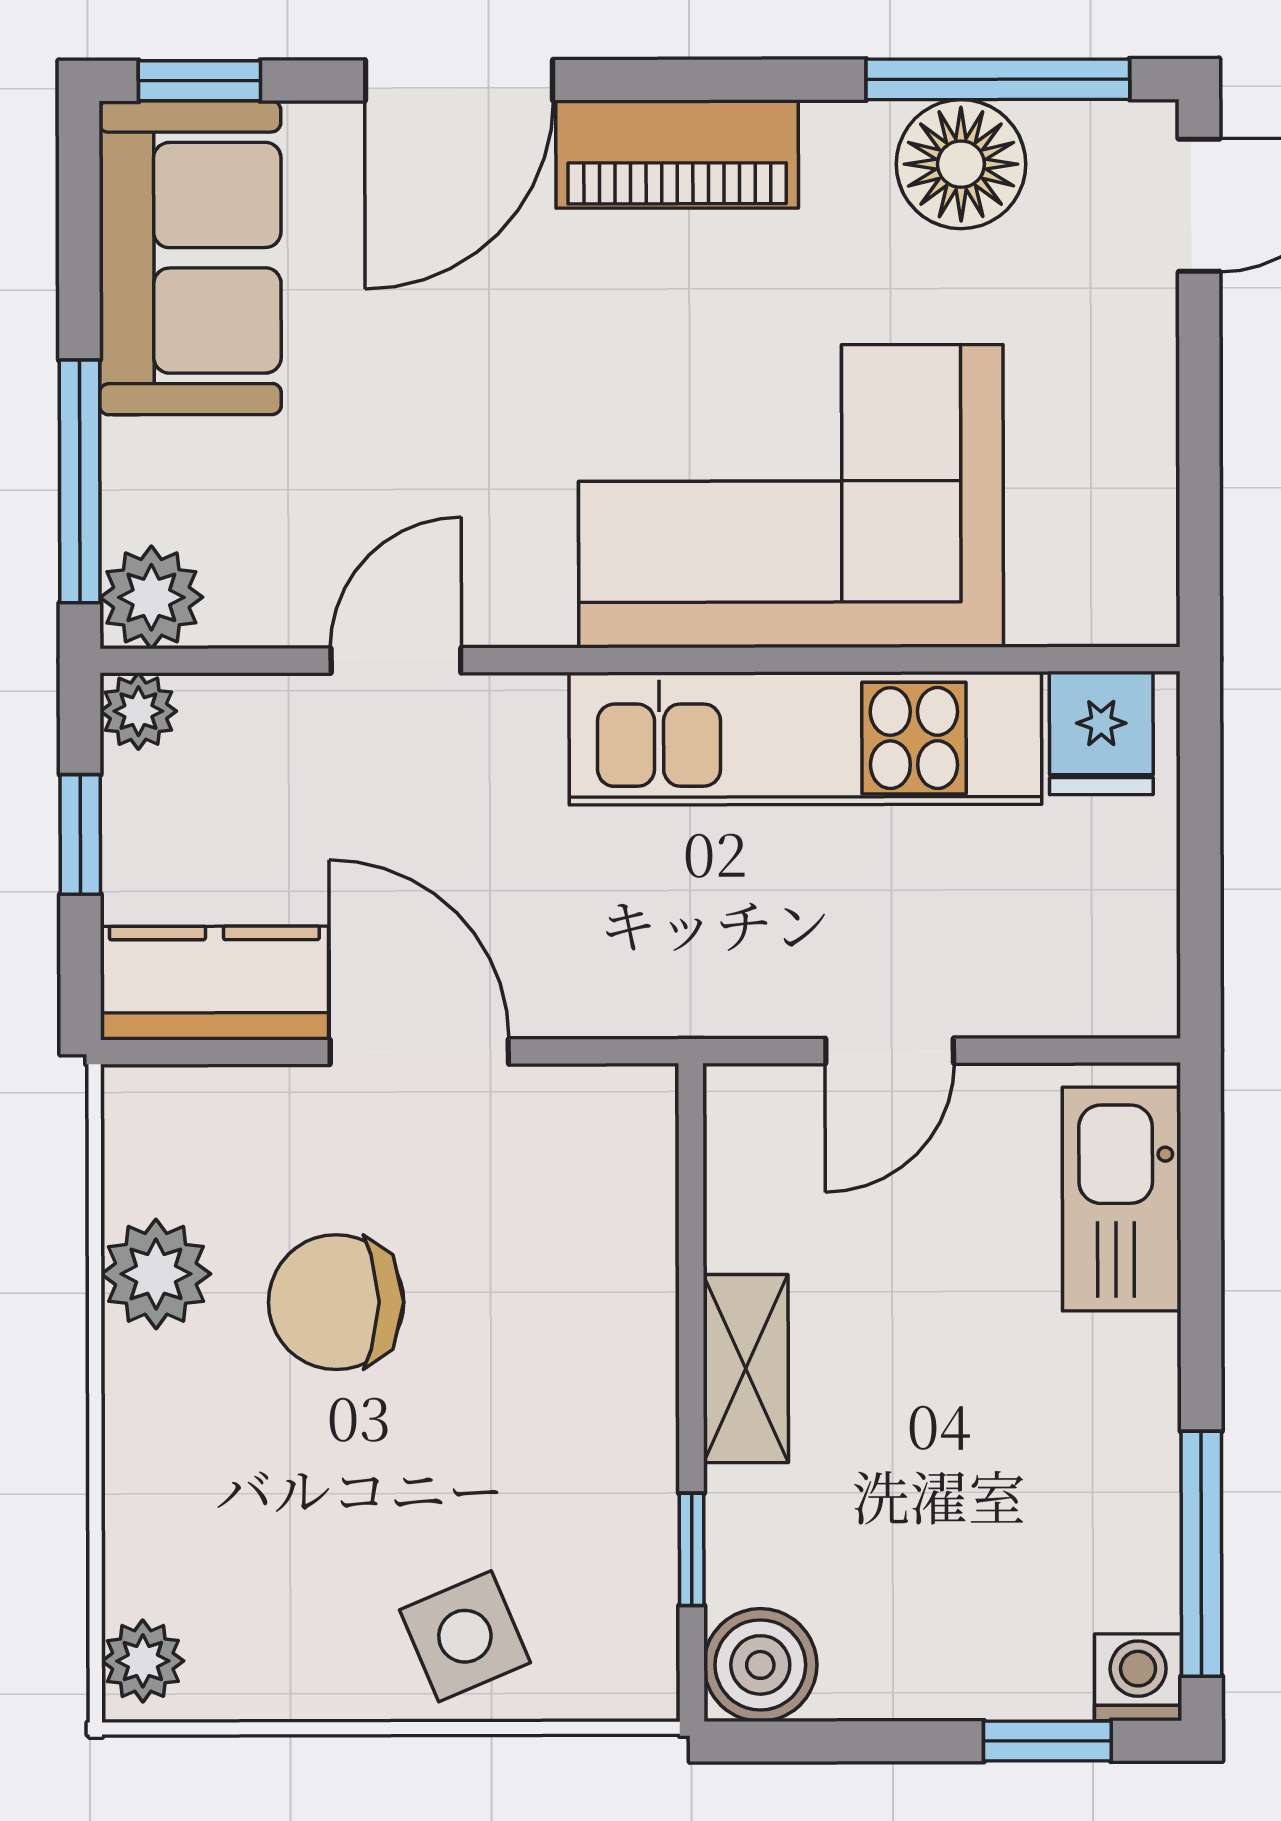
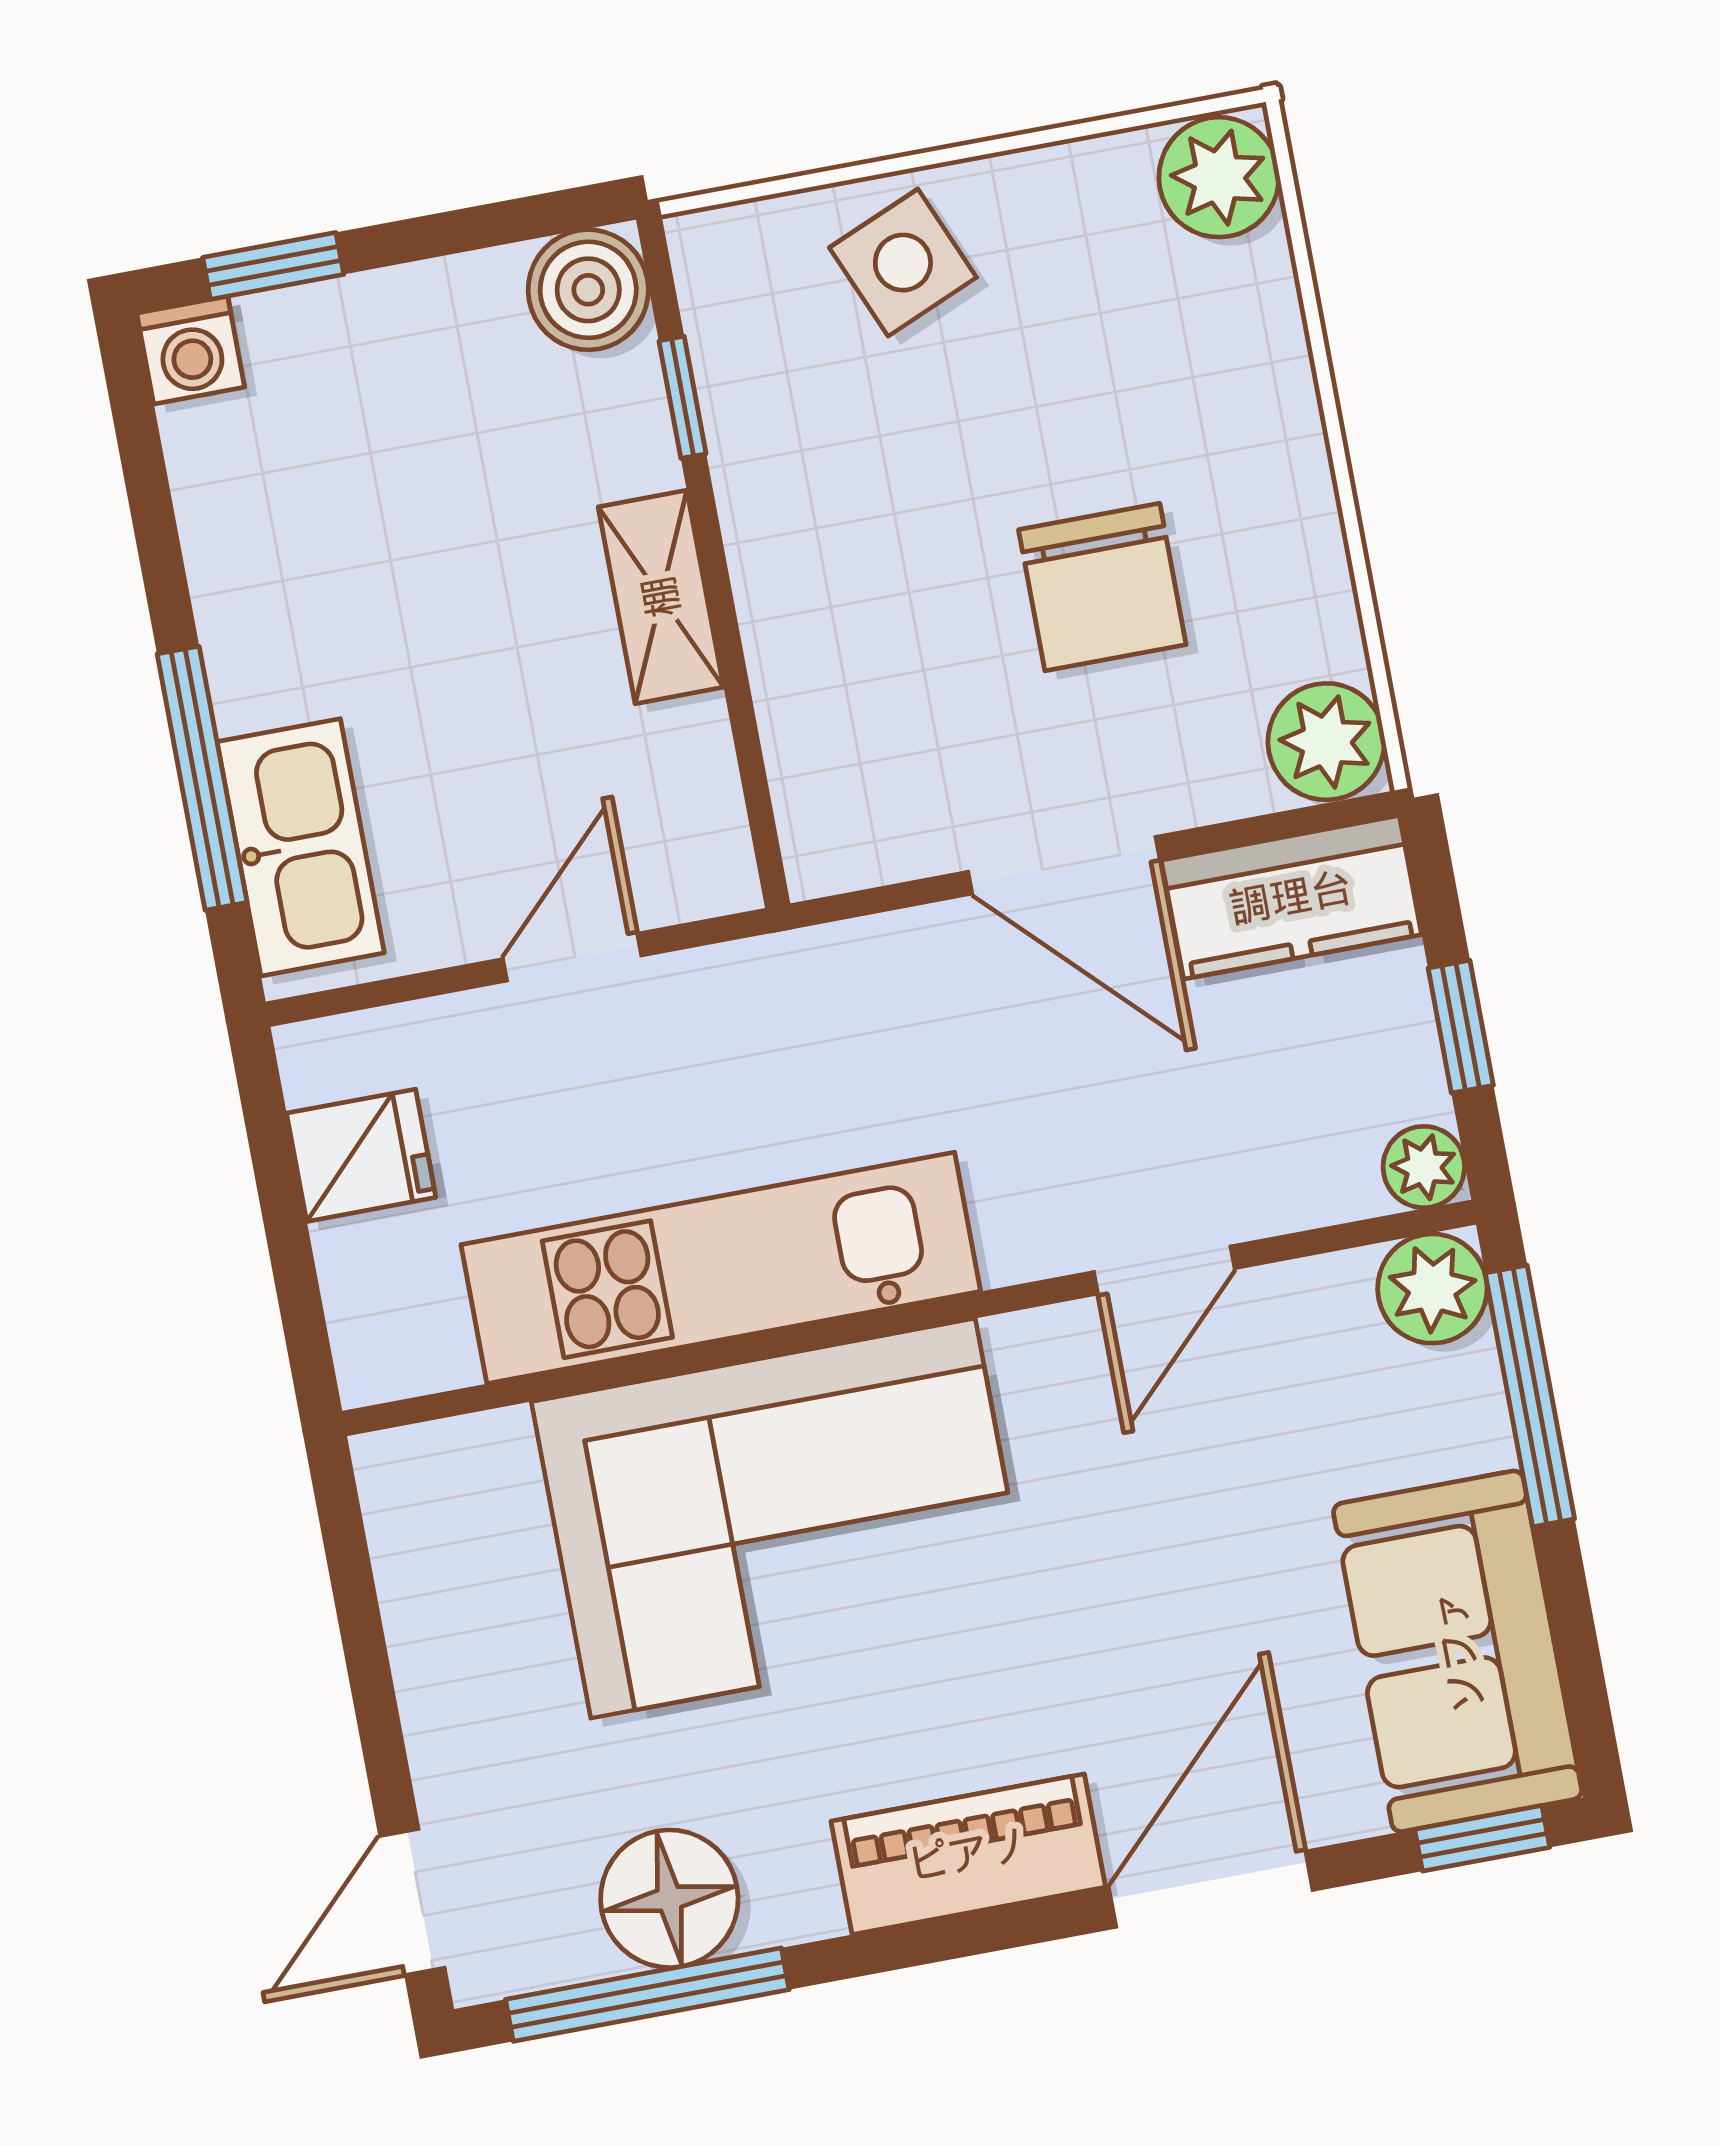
fridge: (1101, 733) -> (361, 1155), moved, turned 90
plant: (156, 1274) -> (1326, 742), moved
chair: (336, 1302) -> (1102, 587), turned 90
window: (1201, 1554) -> (202, 778), moved
plant: (143, 1661) -> (1219, 177), width x1.38, depth x1.38

